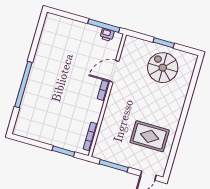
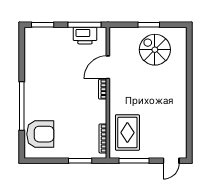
window: (65, 14) -> (43, 25), added
printer: (107, 35) -> (85, 36), width x1.87, depth x1.48
armchair: (33, 116) -> (40, 134), added
rug: (150, 136) -> (127, 133), moved, turned 90

